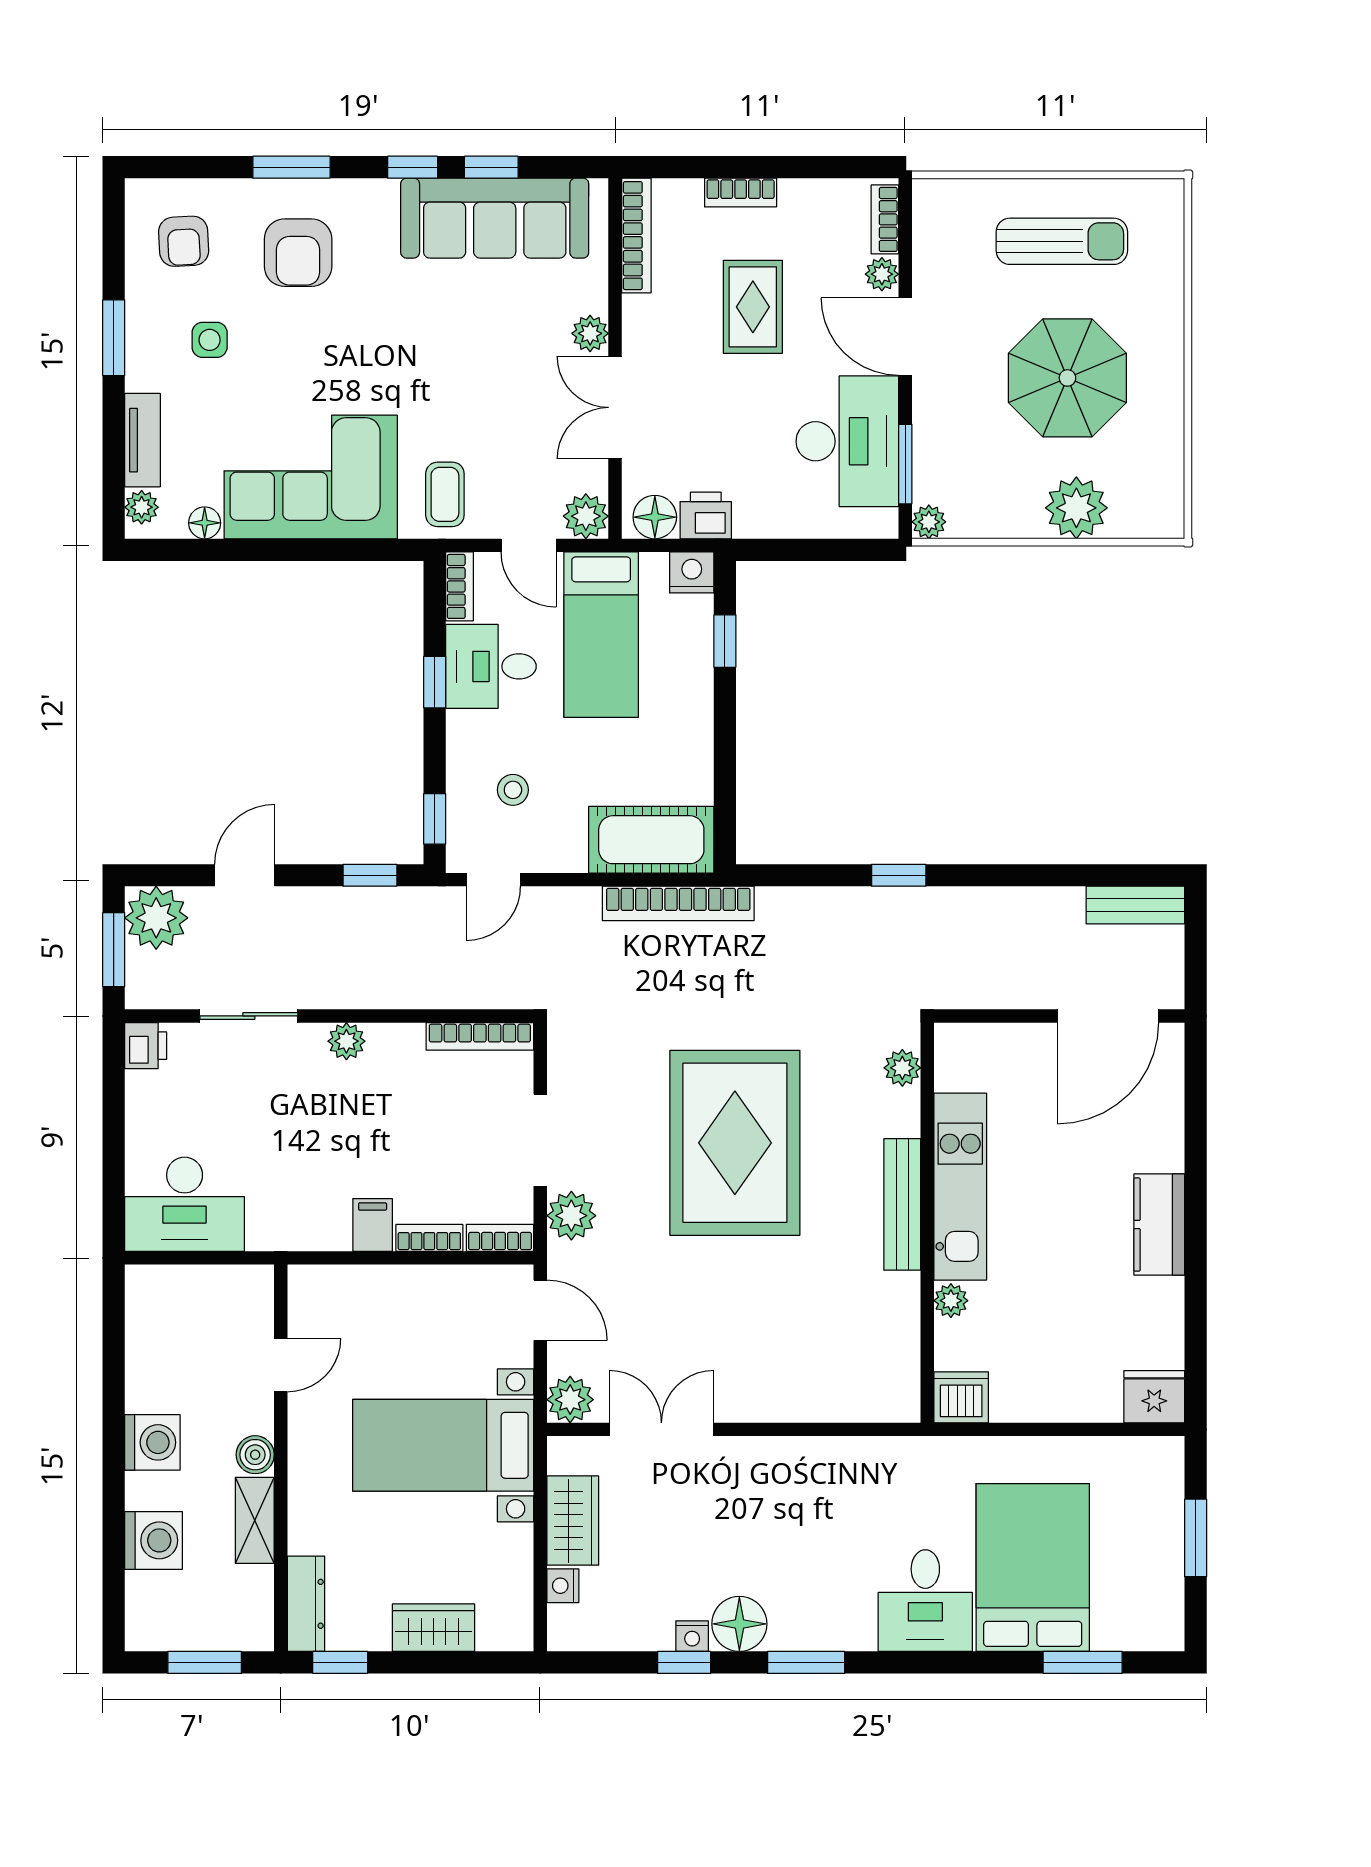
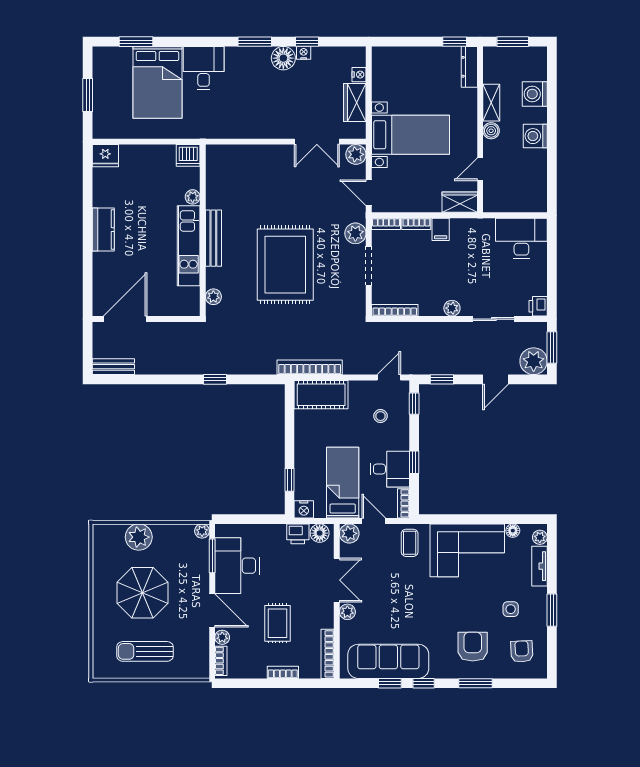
wardrobe: (434, 1628) -> (460, 202), moved, turned 180

